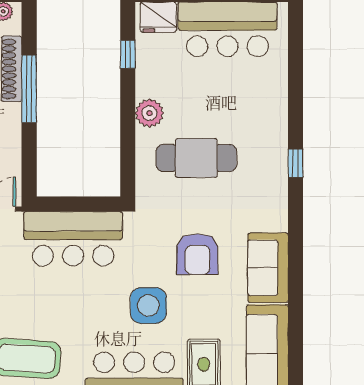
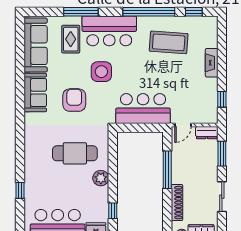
window: (29, 89) -> (167, 170), moved
window: (296, 163) -> (20, 190), moved

